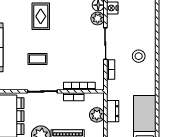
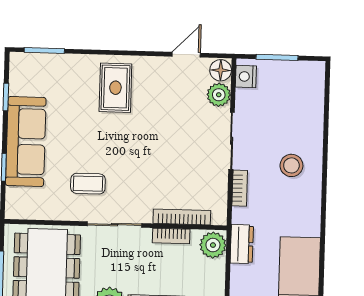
coffee table: (38, 59) -> (88, 184), moved
dresser: (113, 111) -> (242, 244), moved
plant: (97, 115) -> (213, 245), moved

